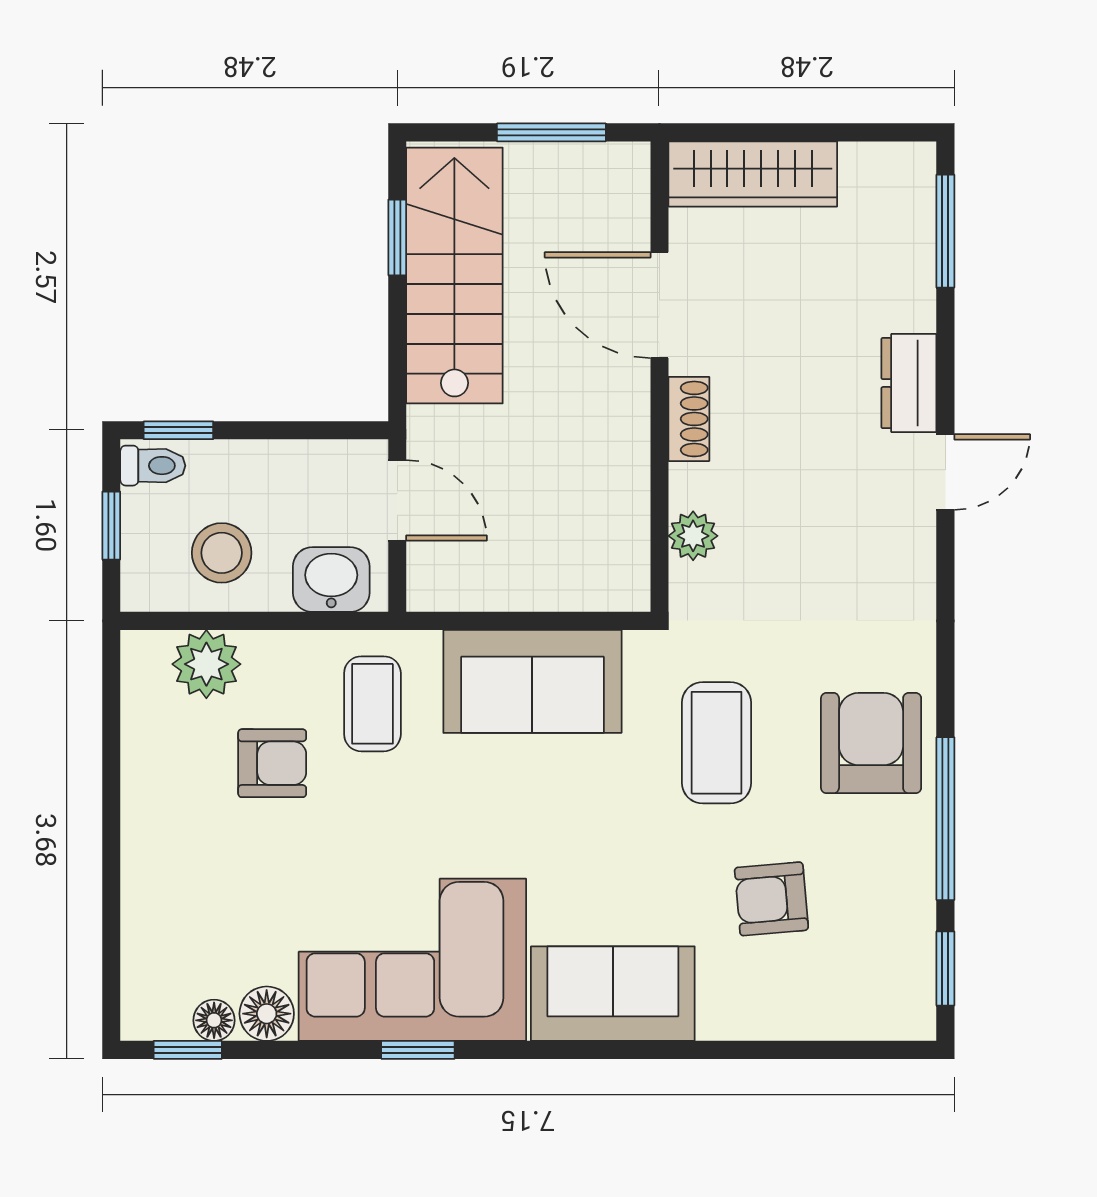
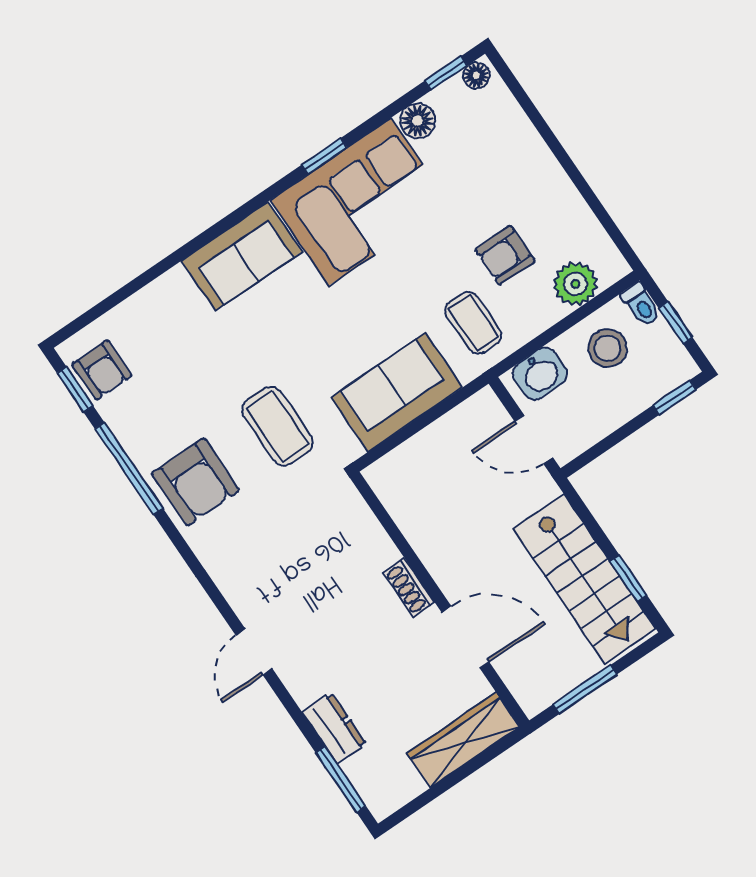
dresser: (909, 383) -> (334, 728), moved
toilet: (153, 466) -> (641, 305), moved, turned -90
plant: (693, 536) -> (364, 527), removed
armchair: (771, 899) -> (102, 370), moved, turned 95
floor lamp: (214, 1020) -> (476, 75), moved

